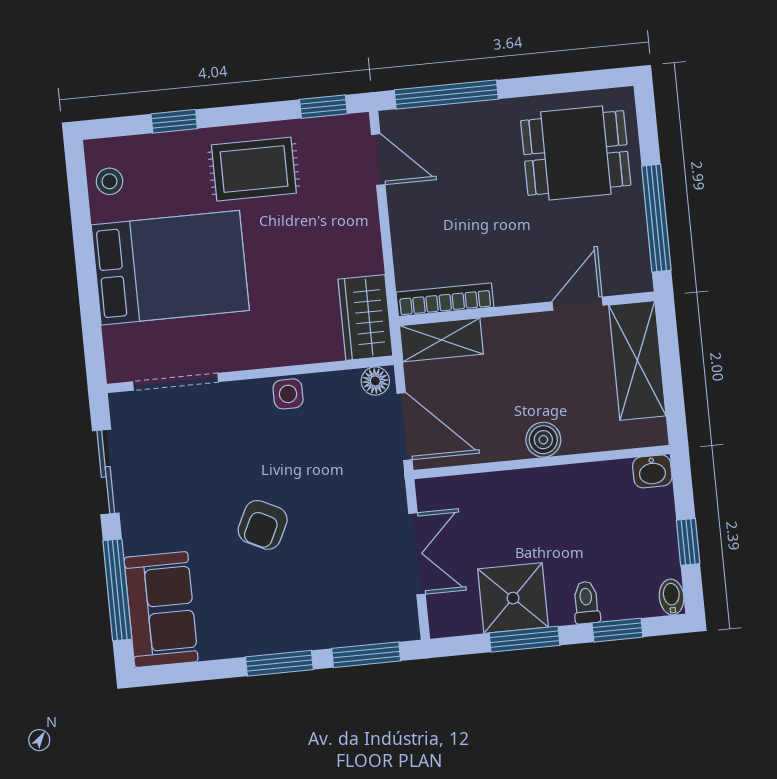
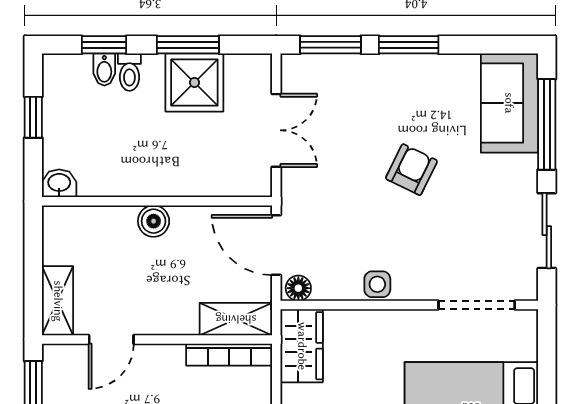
shelving: (637, 361) -> (58, 301), width x0.67, depth x0.75
double door: (417, 554) -> (276, 130), swing flipped
bidet: (672, 597) -> (104, 70), moved

